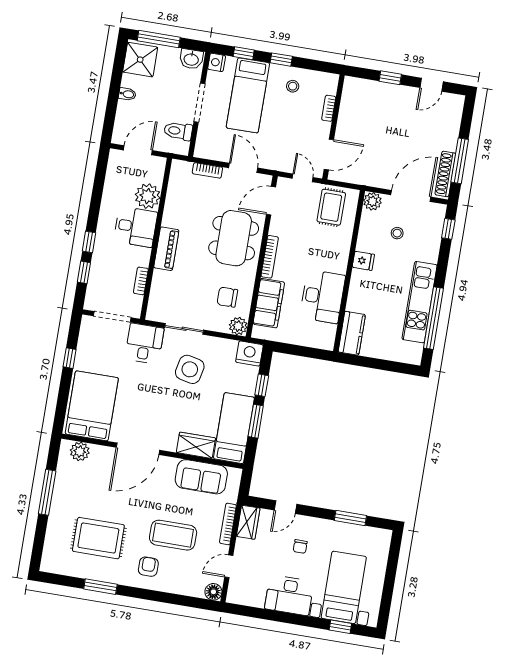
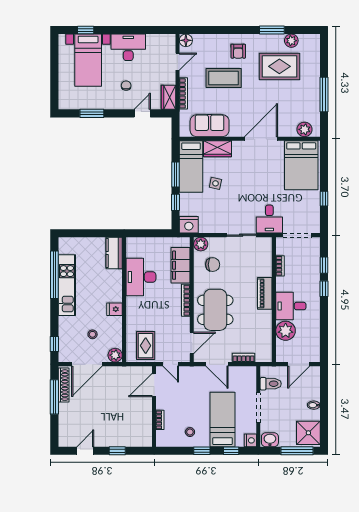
side table: (190, 369) -> (215, 183), moved, width x0.54, depth x0.54
plant: (78, 569) -> (291, 41), added

